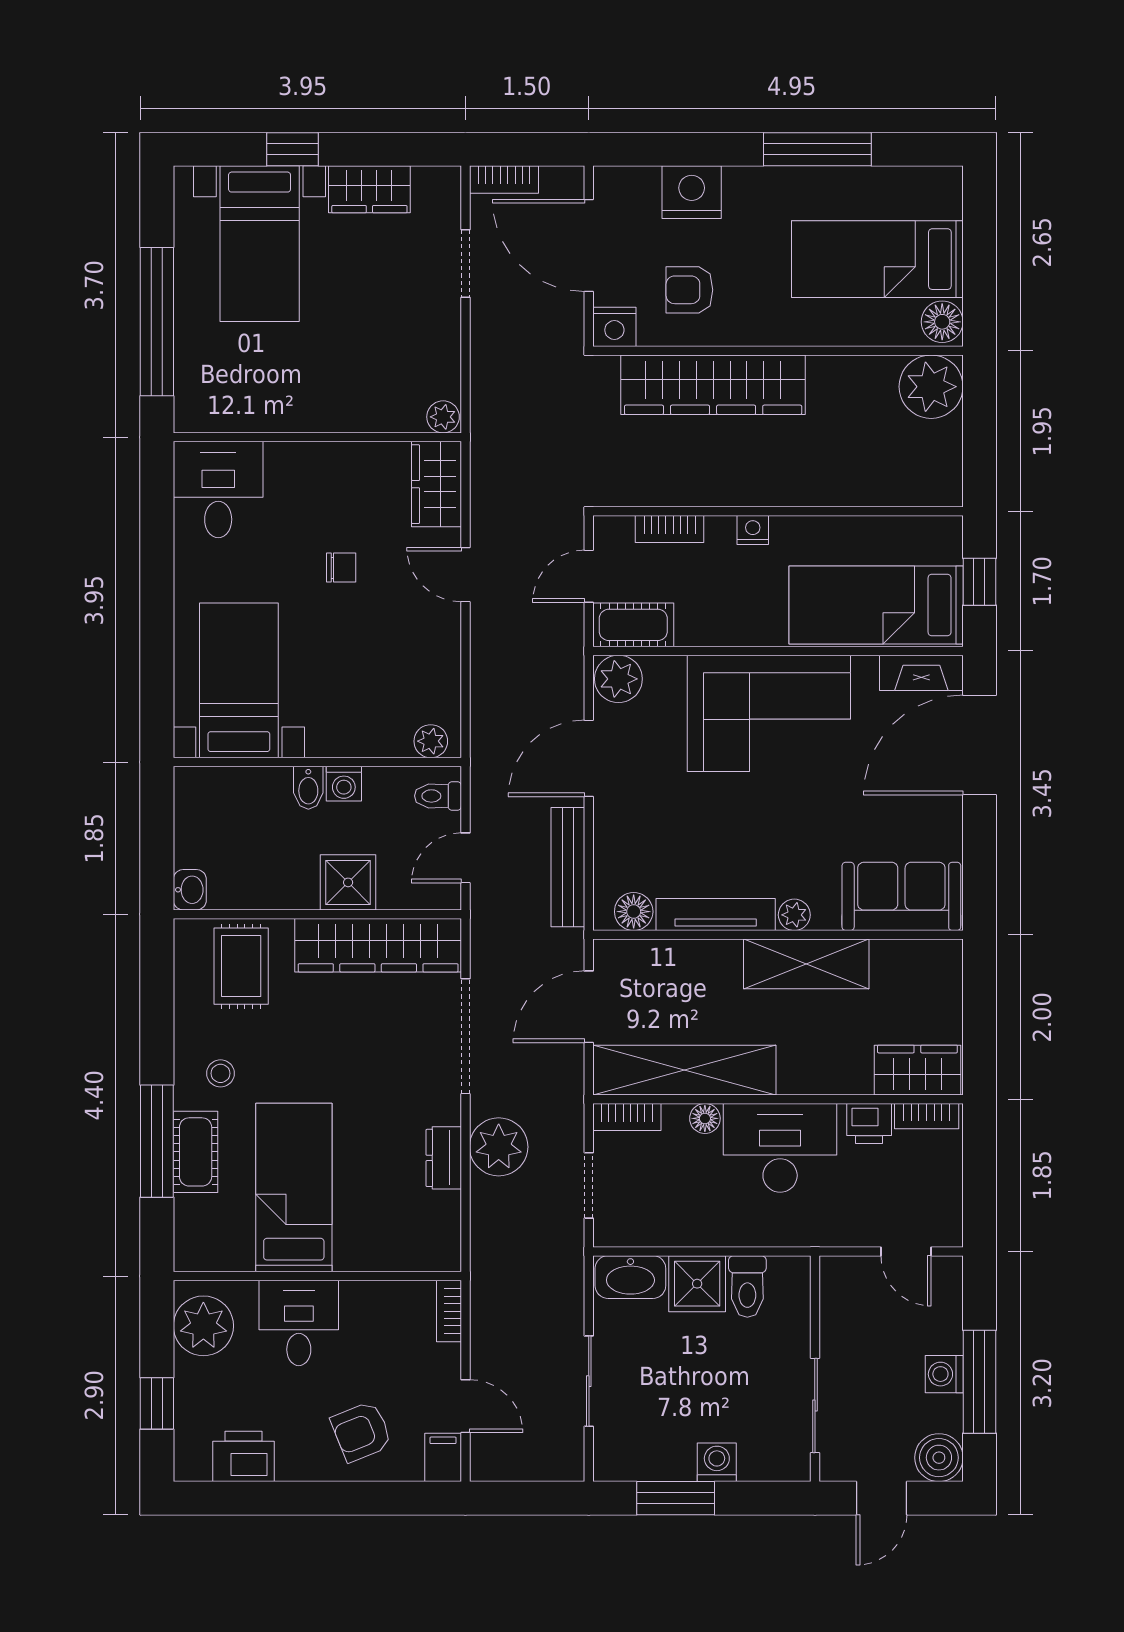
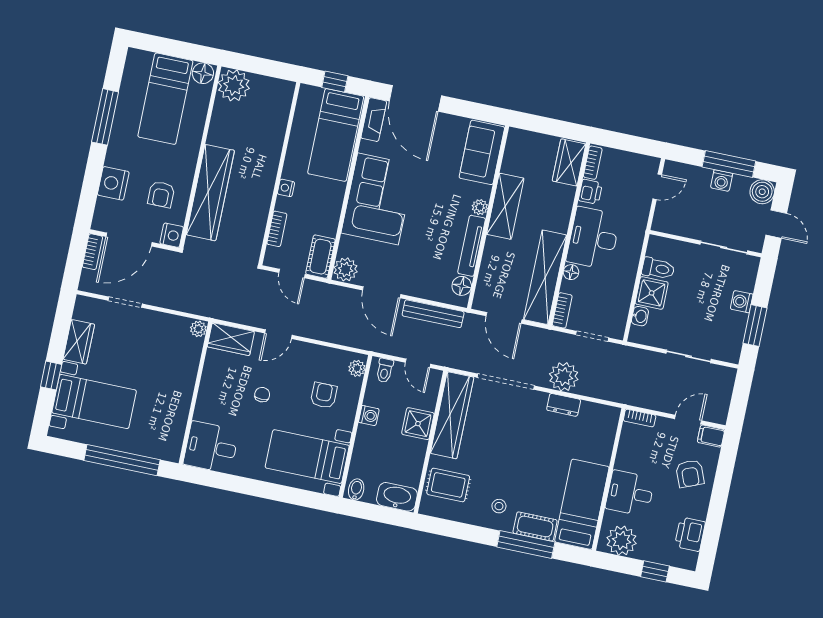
bookcase: (504, 179) -> (92, 252), moved
armchair: (365, 688) -> (324, 395), added
bidet: (308, 788) -> (356, 489), moved, turned -90
washbasin: (190, 890) -> (397, 497), width x1.91, depth x1.45
bed: (294, 1188) -> (582, 504), moved, turned 90
washbasin: (630, 1277) -> (640, 316), width x0.52, depth x0.69

